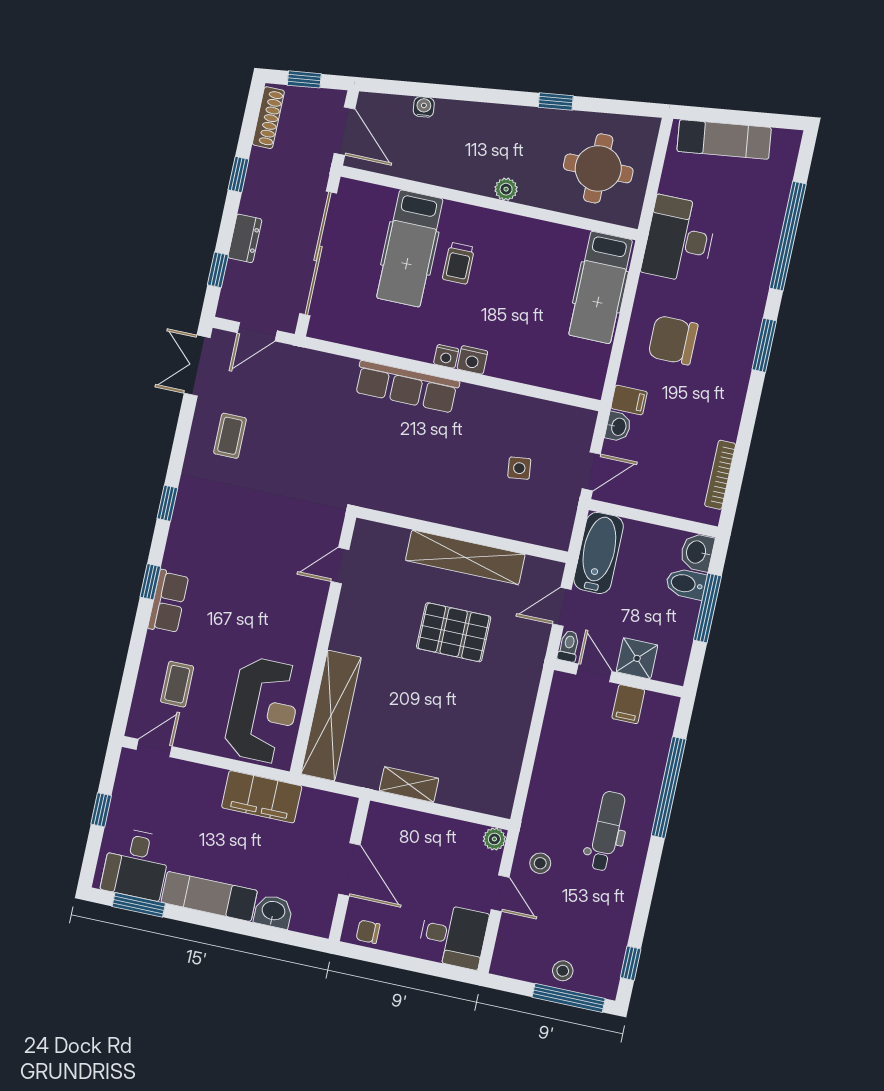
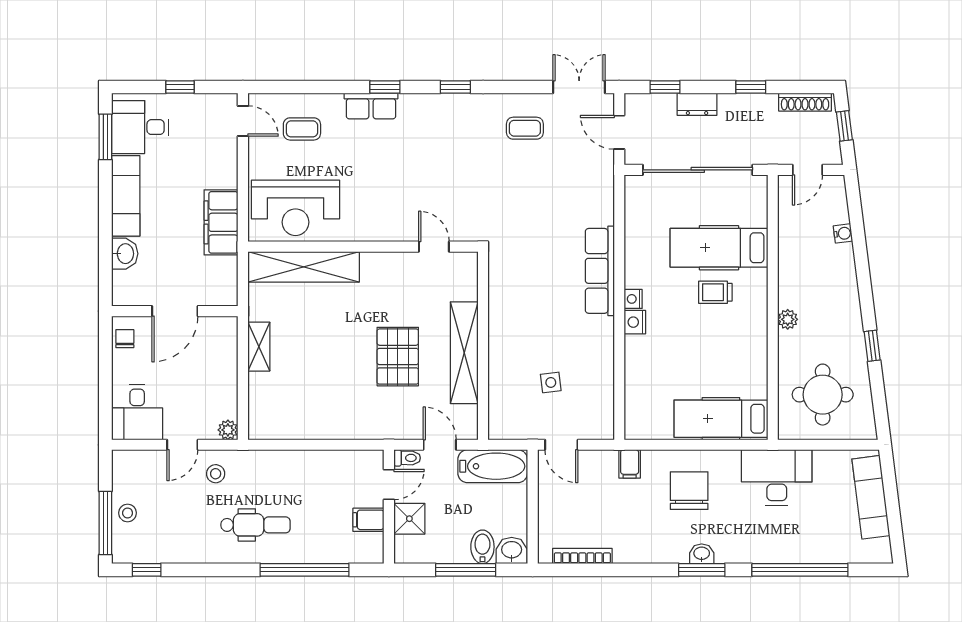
door: (344, 131) -> (808, 170), width x0.73
washbasin: (618, 427) -> (702, 554), moved, turned 180

